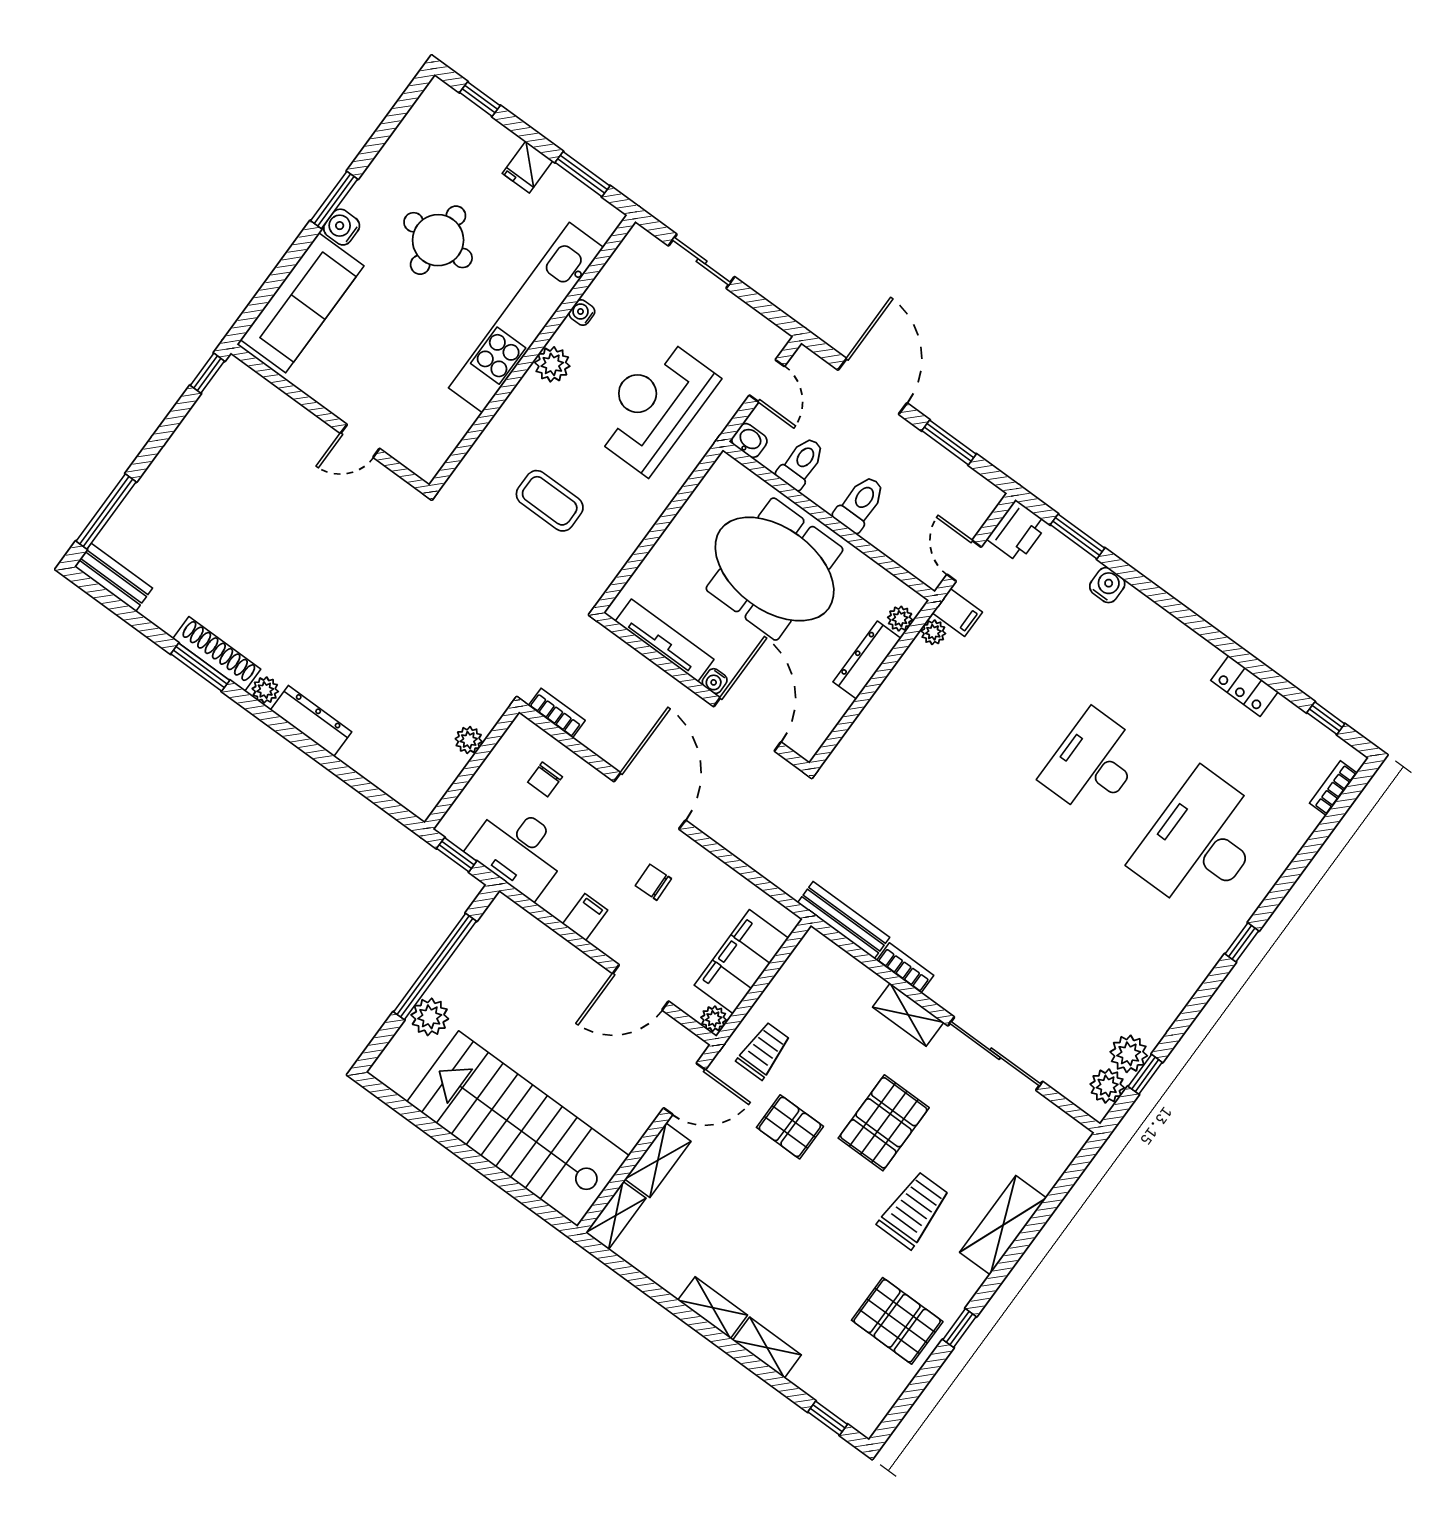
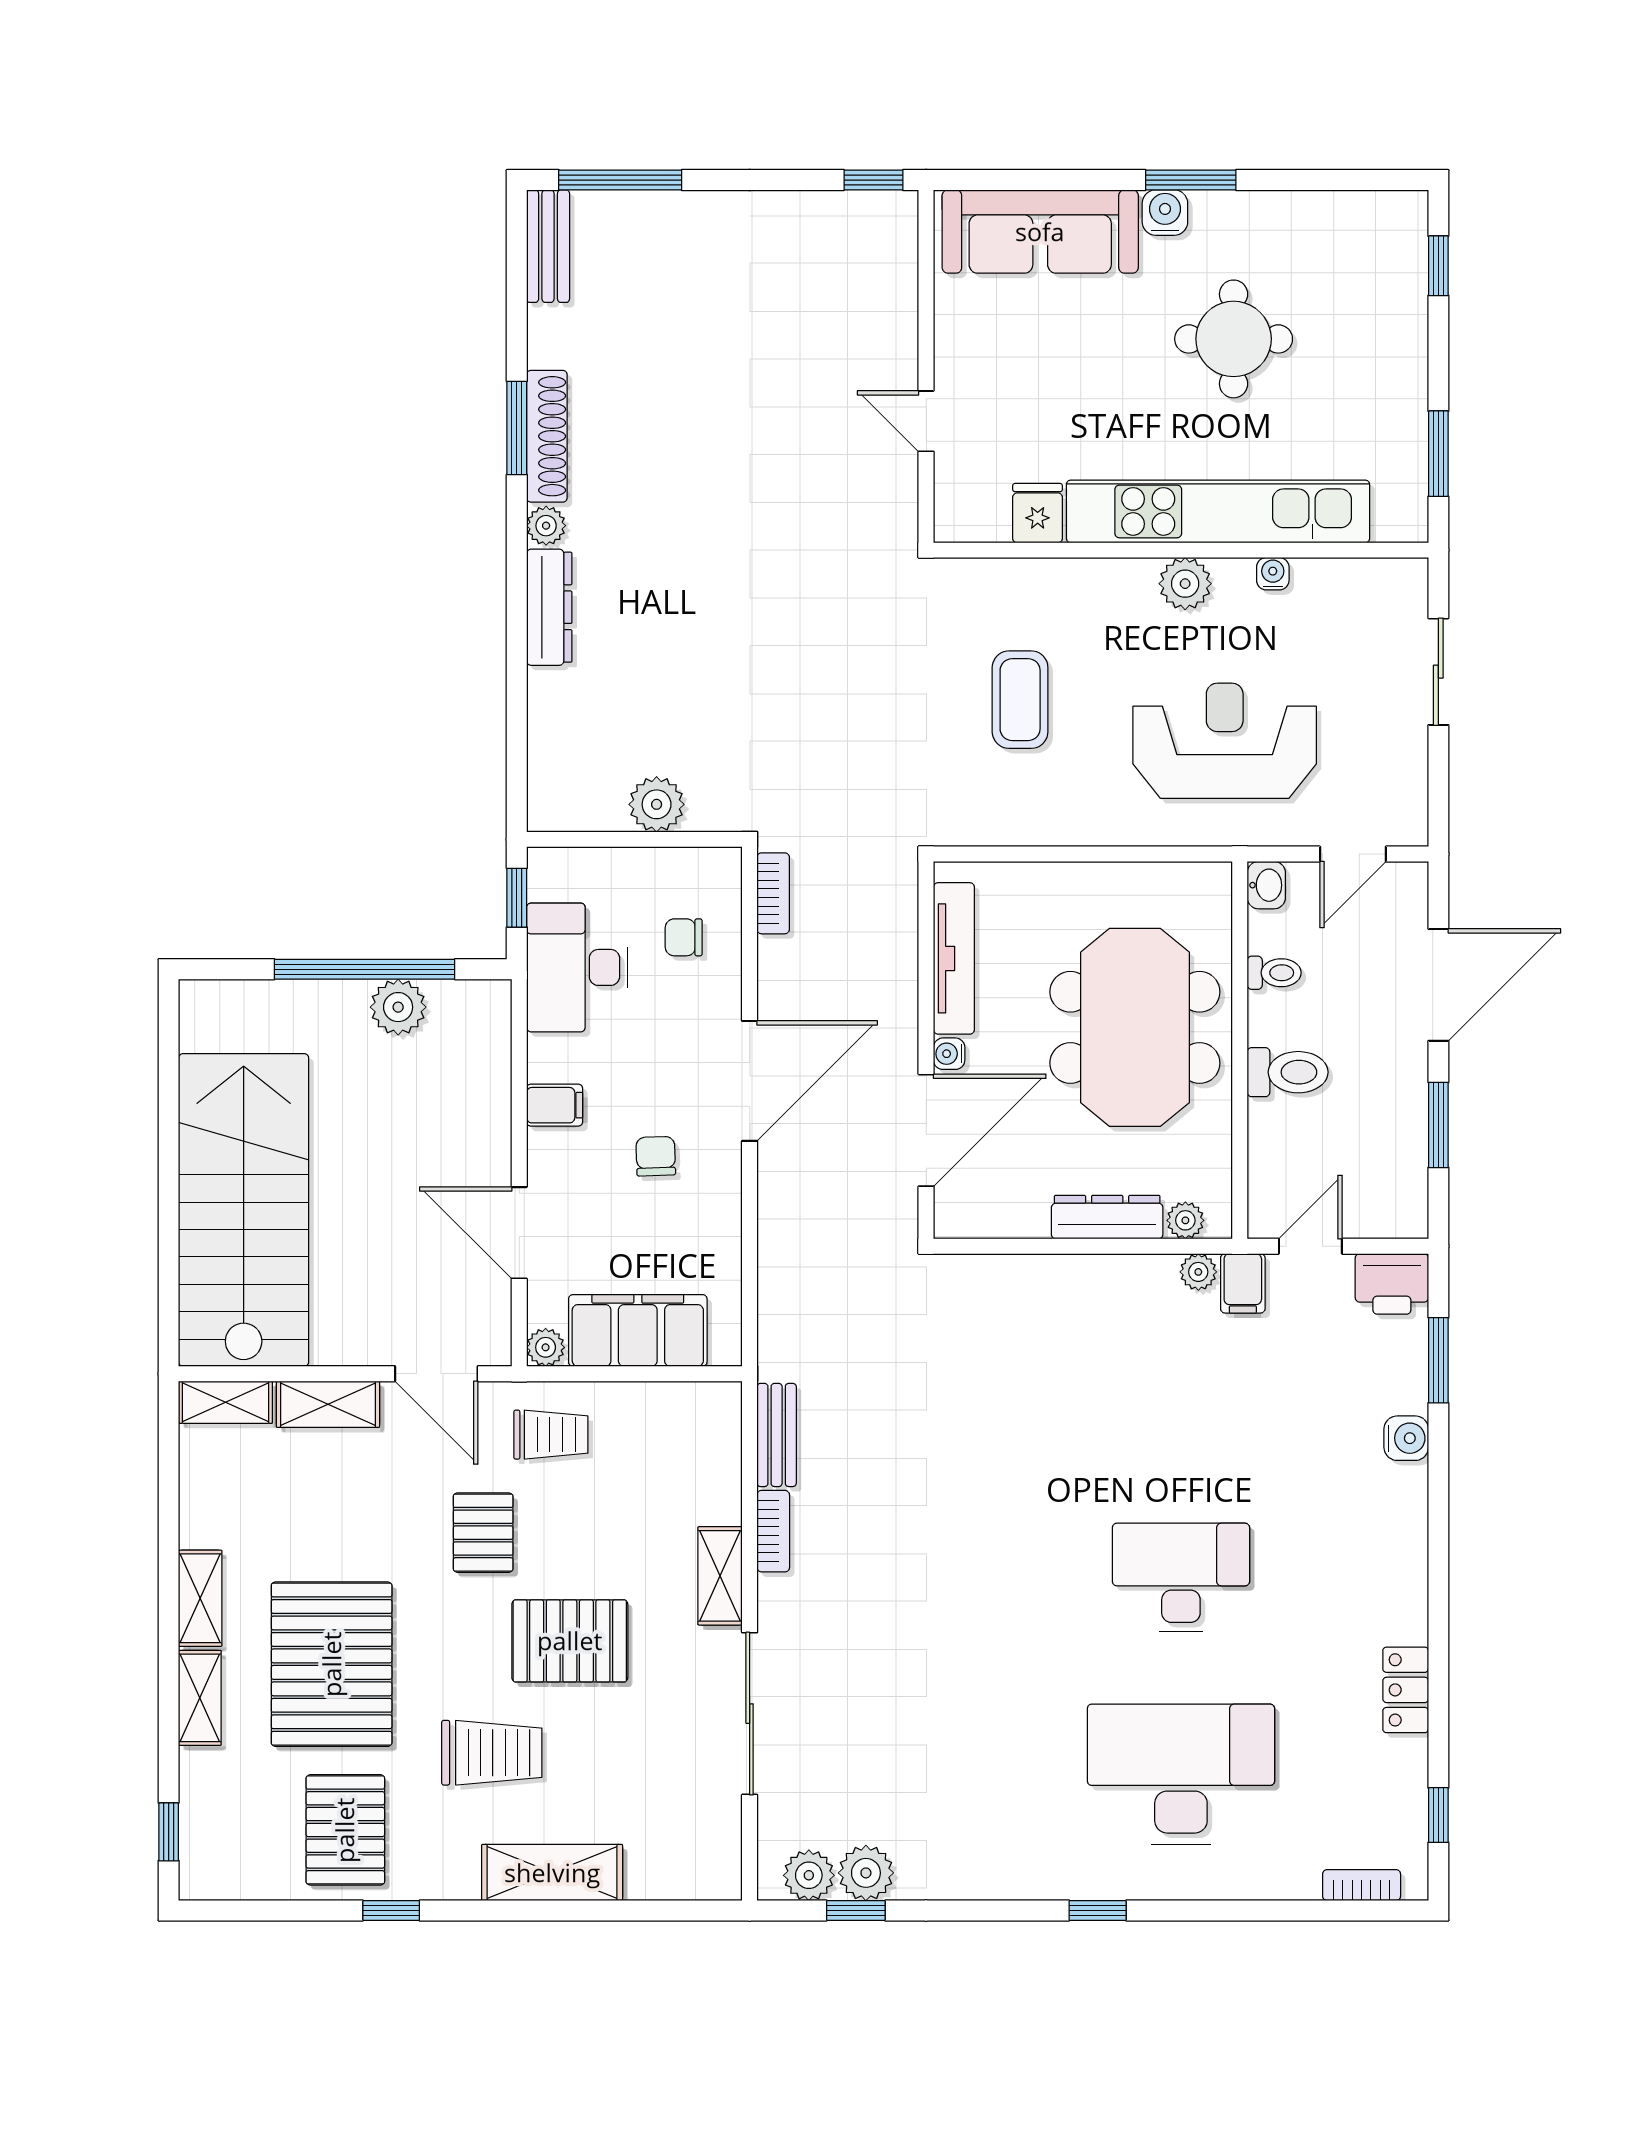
fridge: (528, 167) -> (1038, 513), moved, turned 90
toilet: (801, 463) -> (1274, 973), width x0.73, depth x0.72
plant: (469, 740) -> (657, 804), width x1.38, depth x1.38
bench: (844, 920) -> (777, 1435), width x0.73
plant: (430, 1017) -> (398, 1007), moved
pallet: (801, 1262) -> (332, 1664), added

